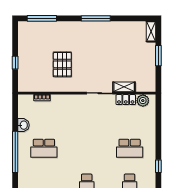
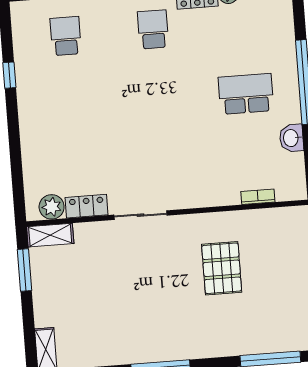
window: (158, 56) -> (24, 270), moved
shelving: (124, 87) -> (50, 235), moved
school desk: (130, 148) -> (71, 107), removed

